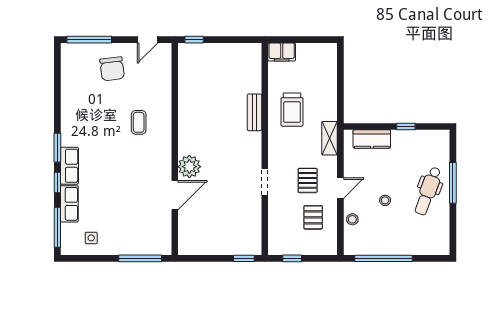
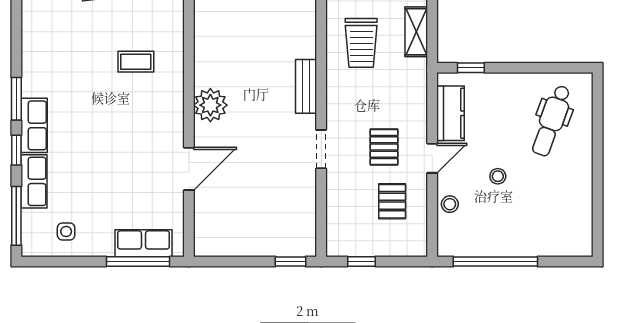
bench: (255, 112) -> (306, 86), moved
coffee table: (139, 122) -> (136, 62), turned 90
window: (406, 126) -> (471, 68), moved
shelving: (330, 138) -> (416, 32), moved
kitchen counter: (372, 139) -> (451, 113), moved, turned -90
plant: (189, 167) -> (210, 105), moved
window: (453, 183) -> (598, 151), removed
dental chair: (428, 191) -> (552, 121), moved
row of seats: (144, 246) -> (144, 243), added

